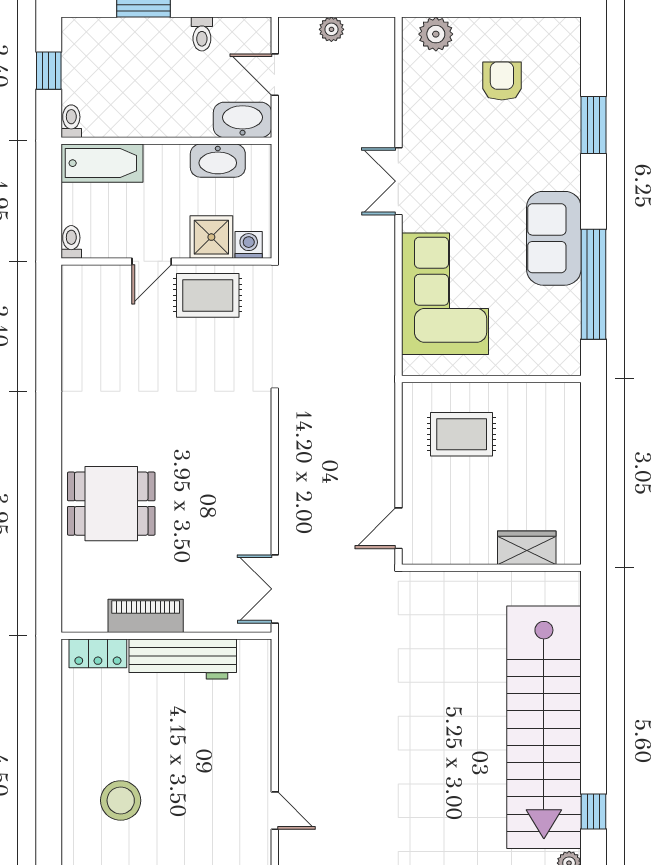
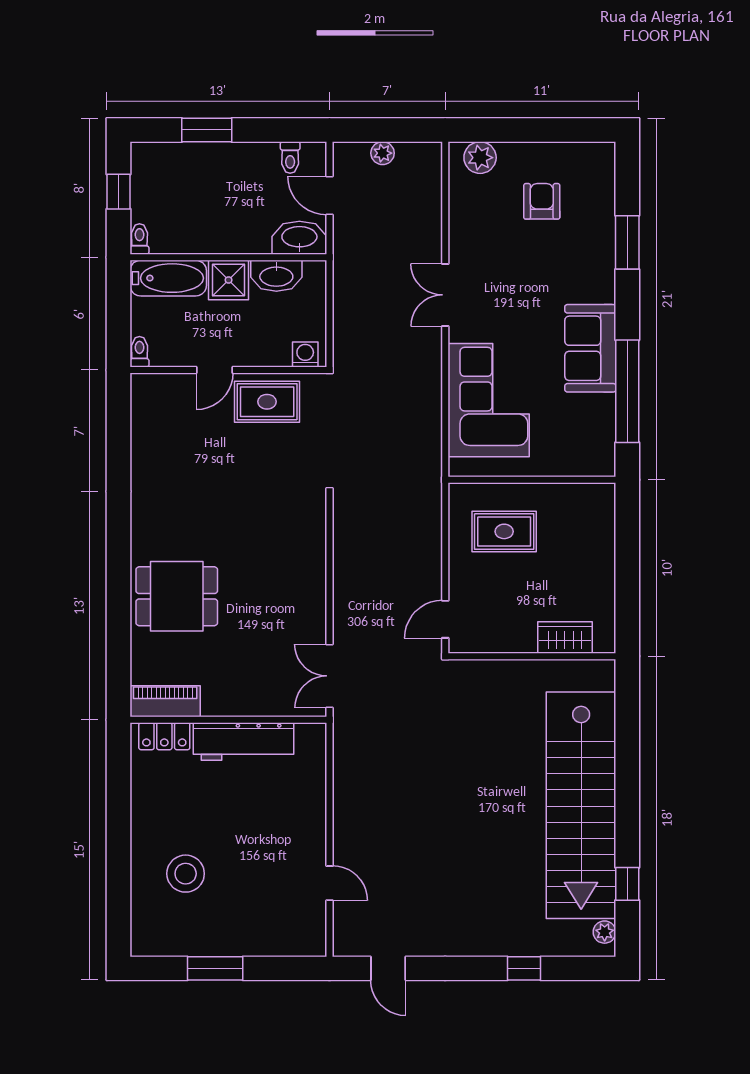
toilet: (202, 34) -> (290, 157), moved
shower: (211, 237) -> (229, 280), moved
piano: (146, 616) -> (165, 701), moved

